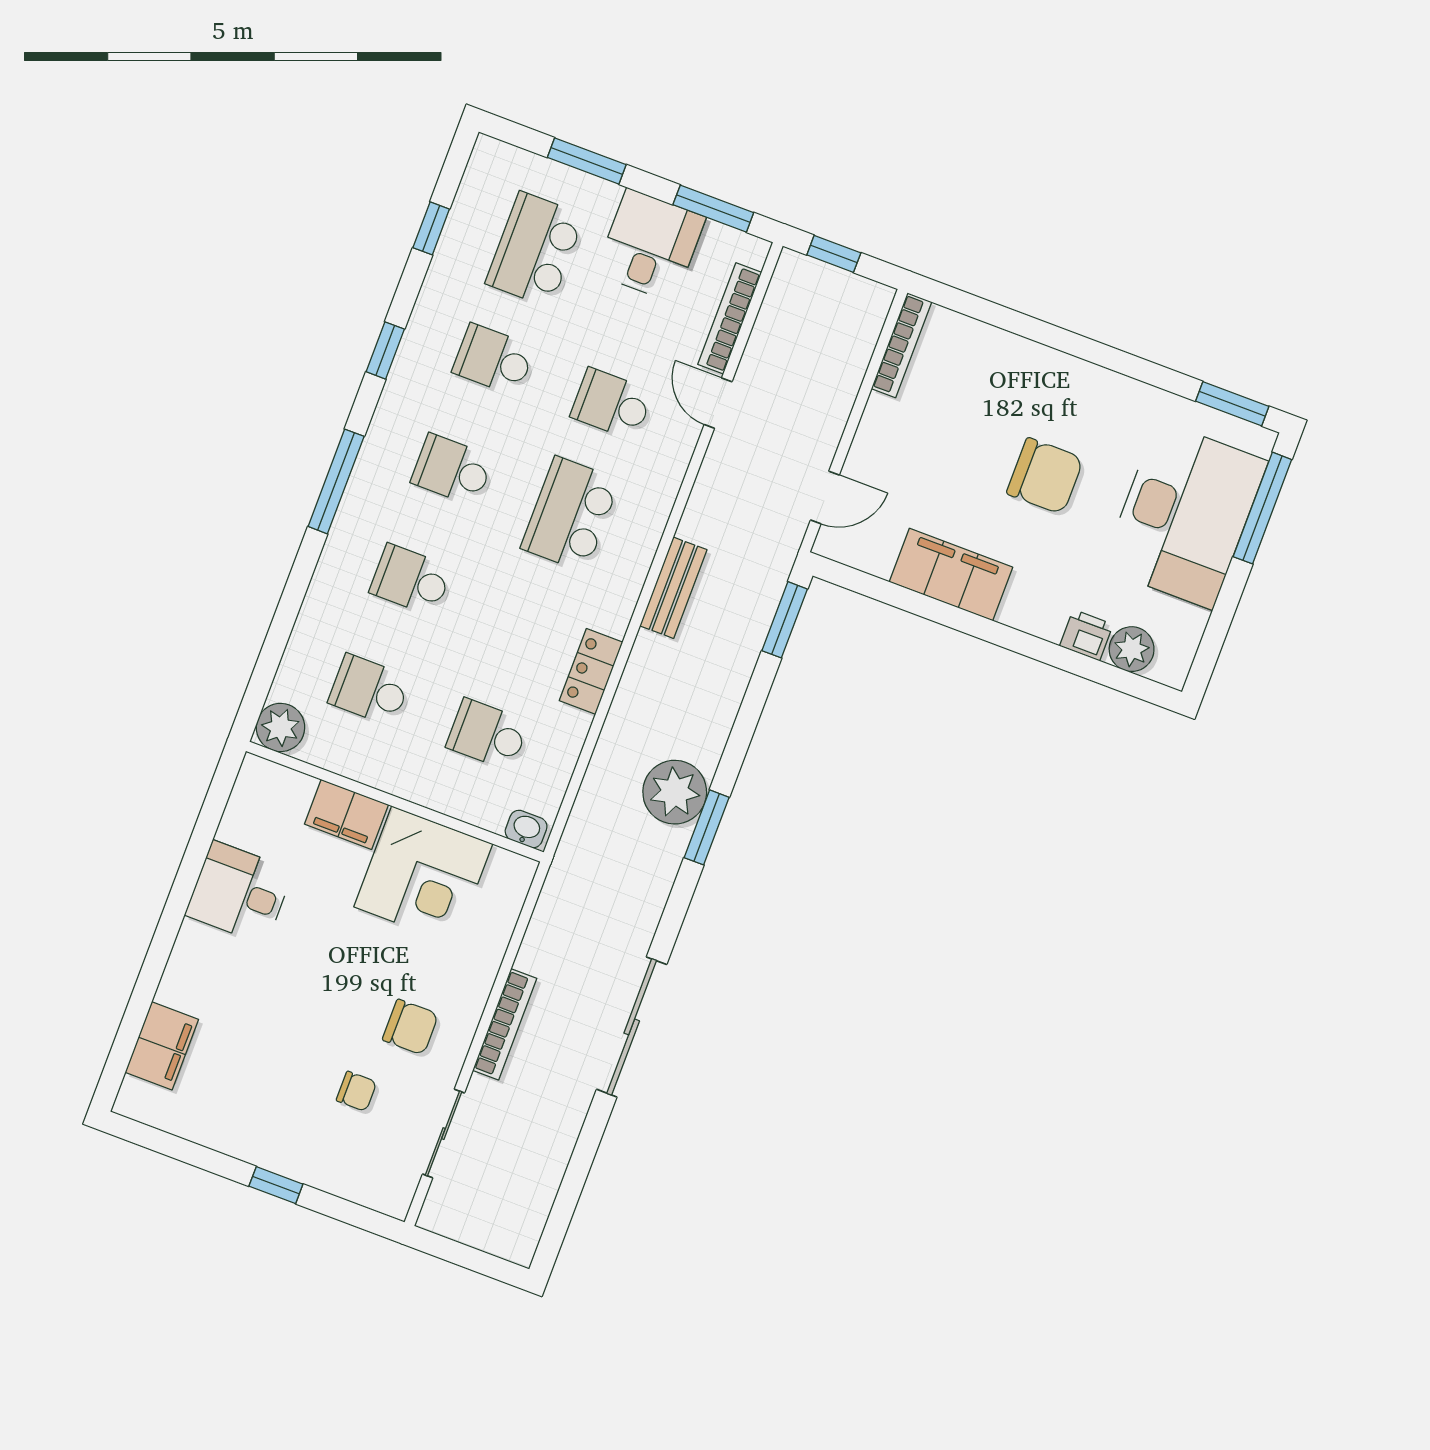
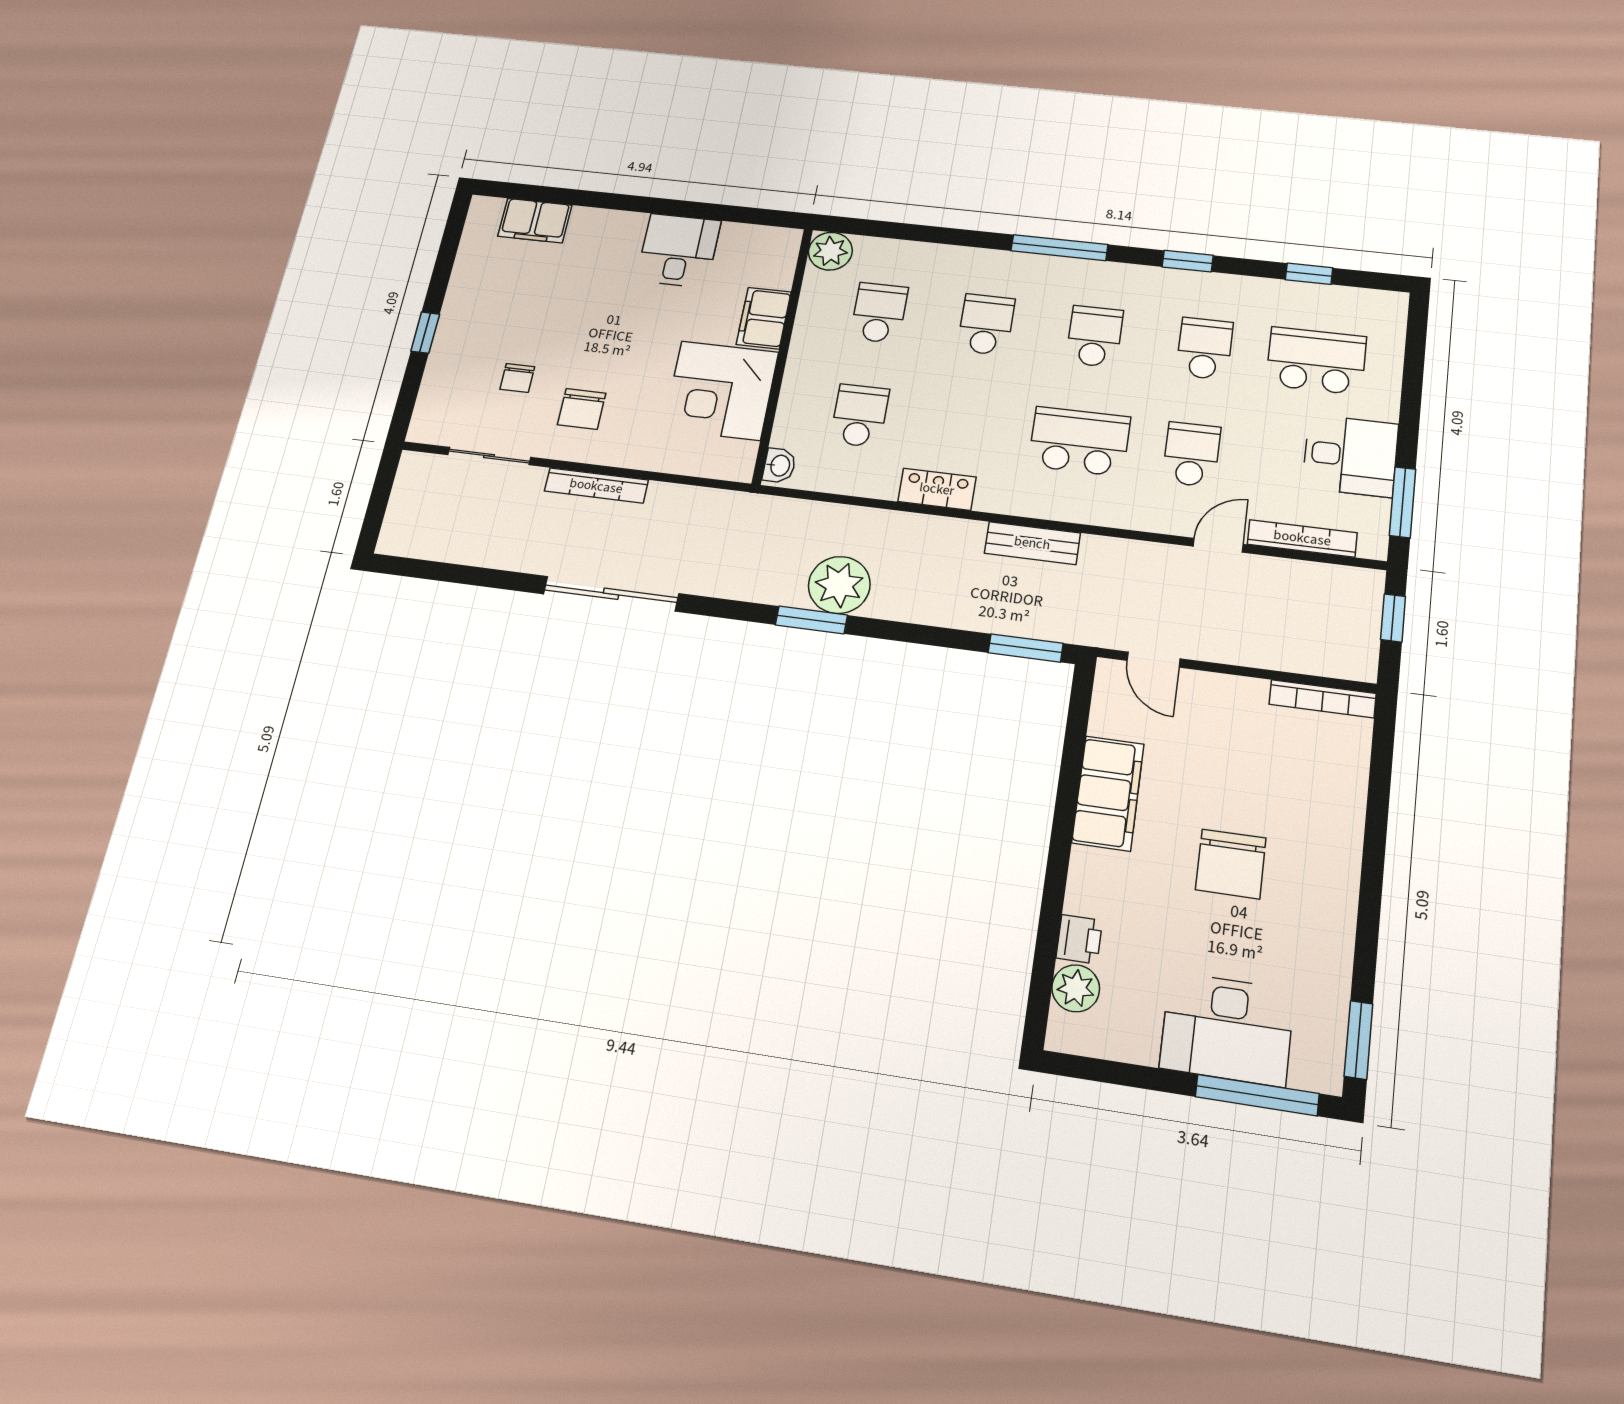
window: (587, 161) -> (1412, 386), removed
desk: (1185, 515) -> (1227, 1029), width x0.73, depth x0.77

